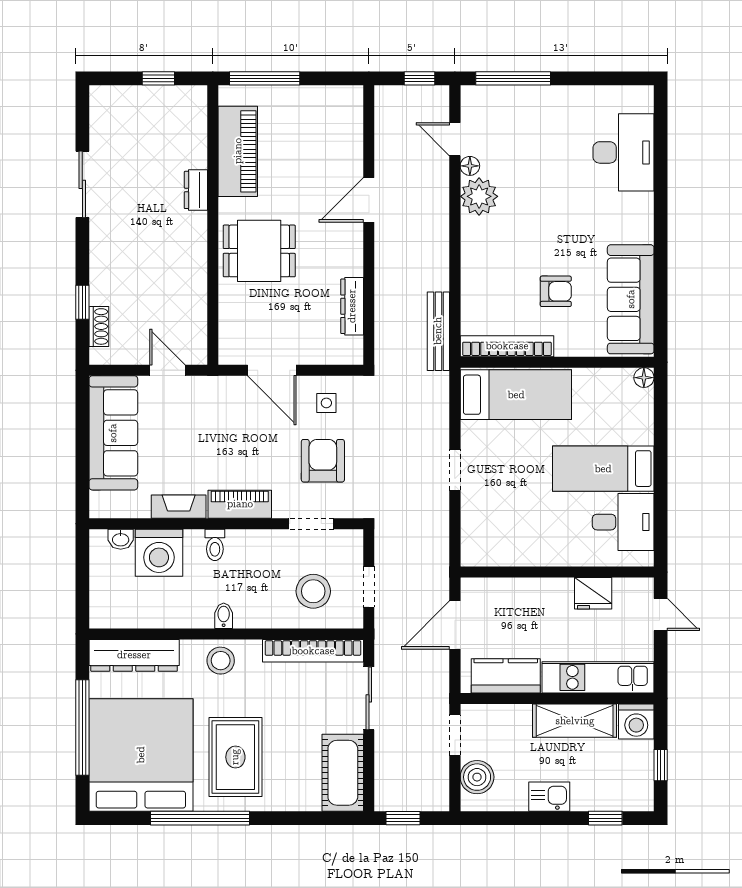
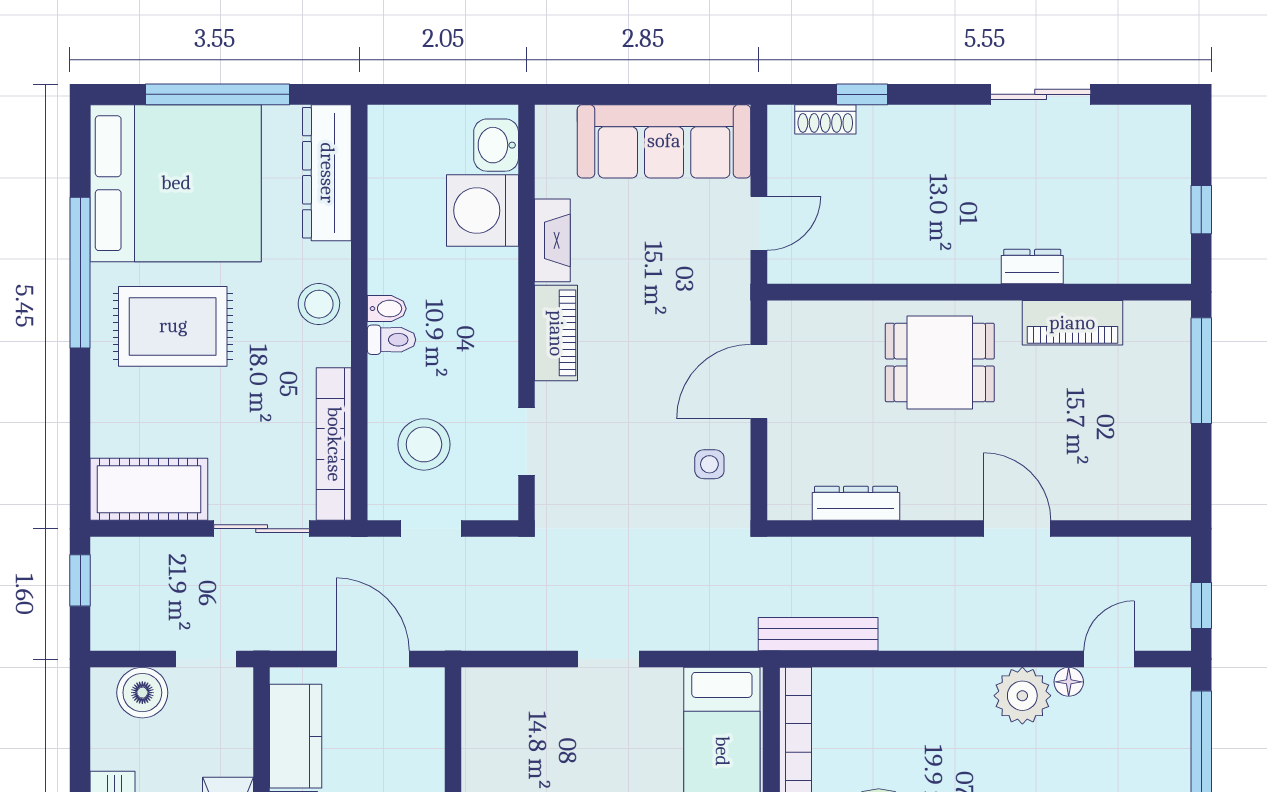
piano: (238, 151) -> (1072, 323), width x0.73, depth x0.75
dining table: (259, 251) -> (940, 362), turned 90
armchair: (323, 461) -> (622, 459), removed
washbasin: (121, 539) -> (496, 145), width x1.38, depth x1.45
toilet: (215, 545) -> (392, 340), moved, turned 180

